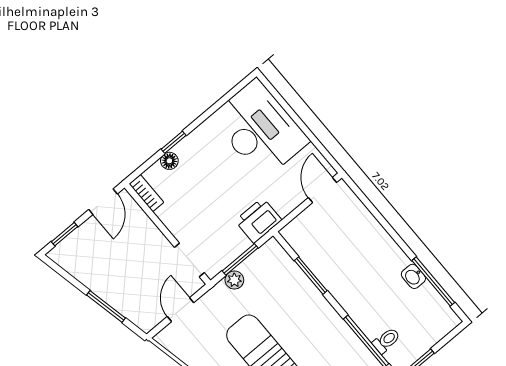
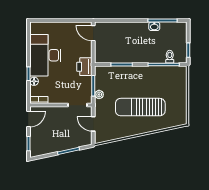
desk: (260, 129) -> (45, 55), moved, turned -90
door: (103, 202) -> (28, 119), hinge flipped

